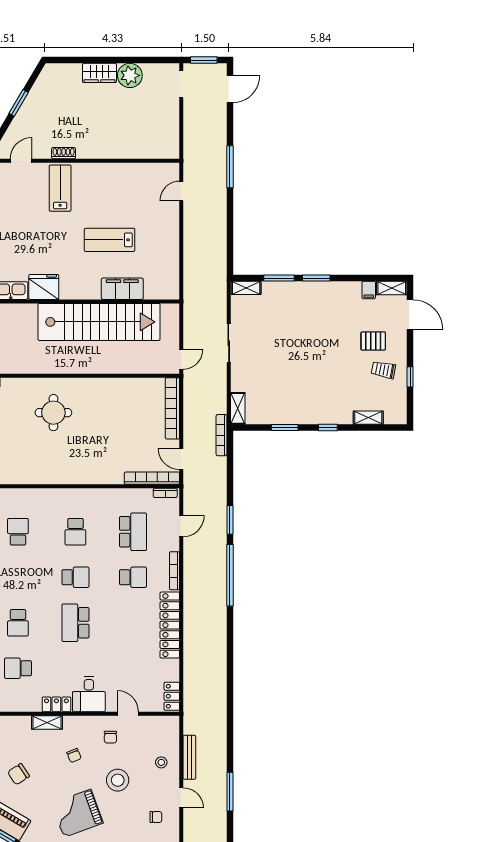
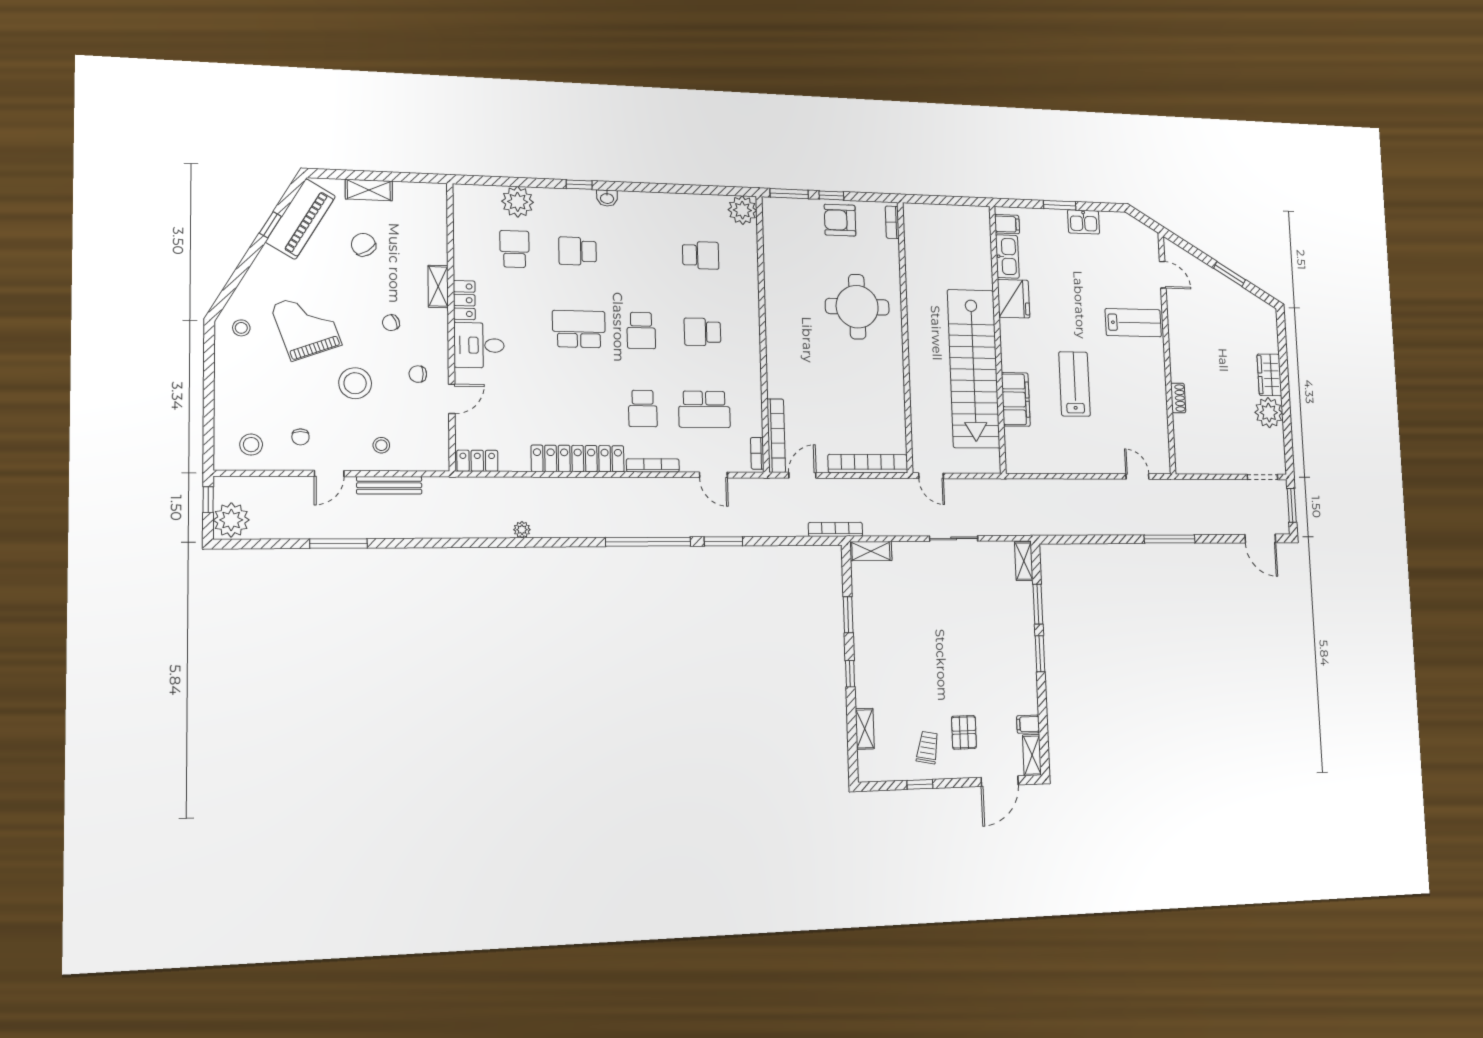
shoe rack: (64, 153) -> (1178, 398), moved
round table: (53, 413) -> (857, 307), width x1.36, depth x1.36
plant: (221, 666) -> (522, 530), added

